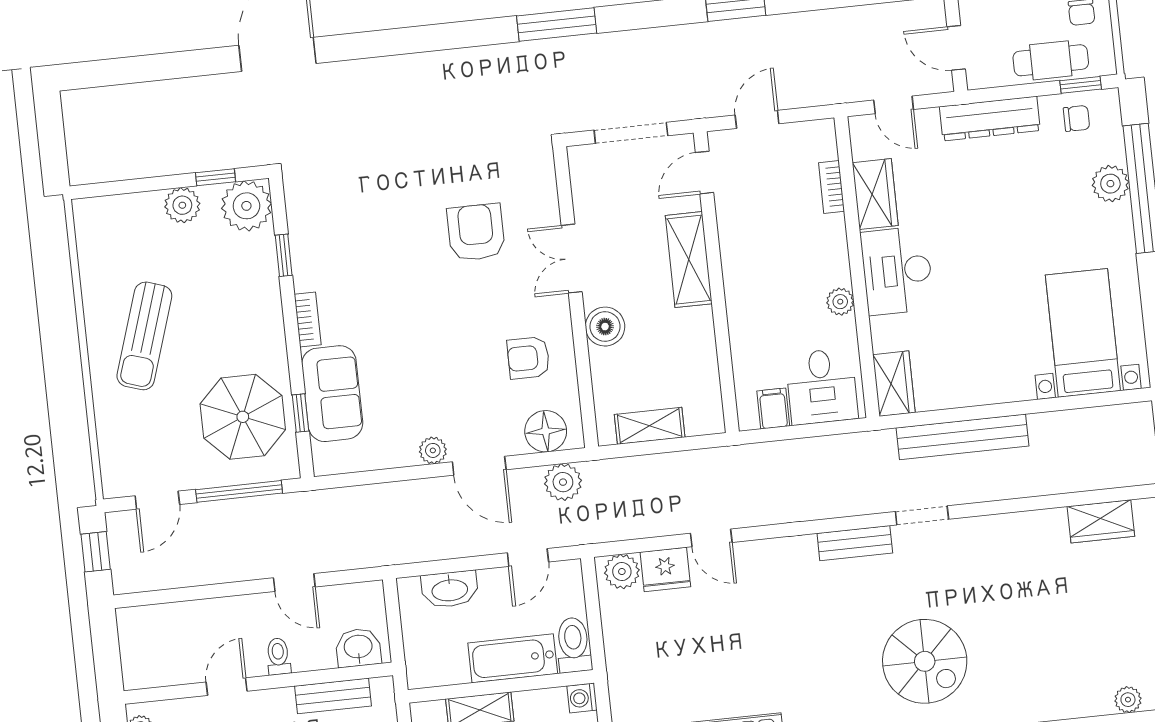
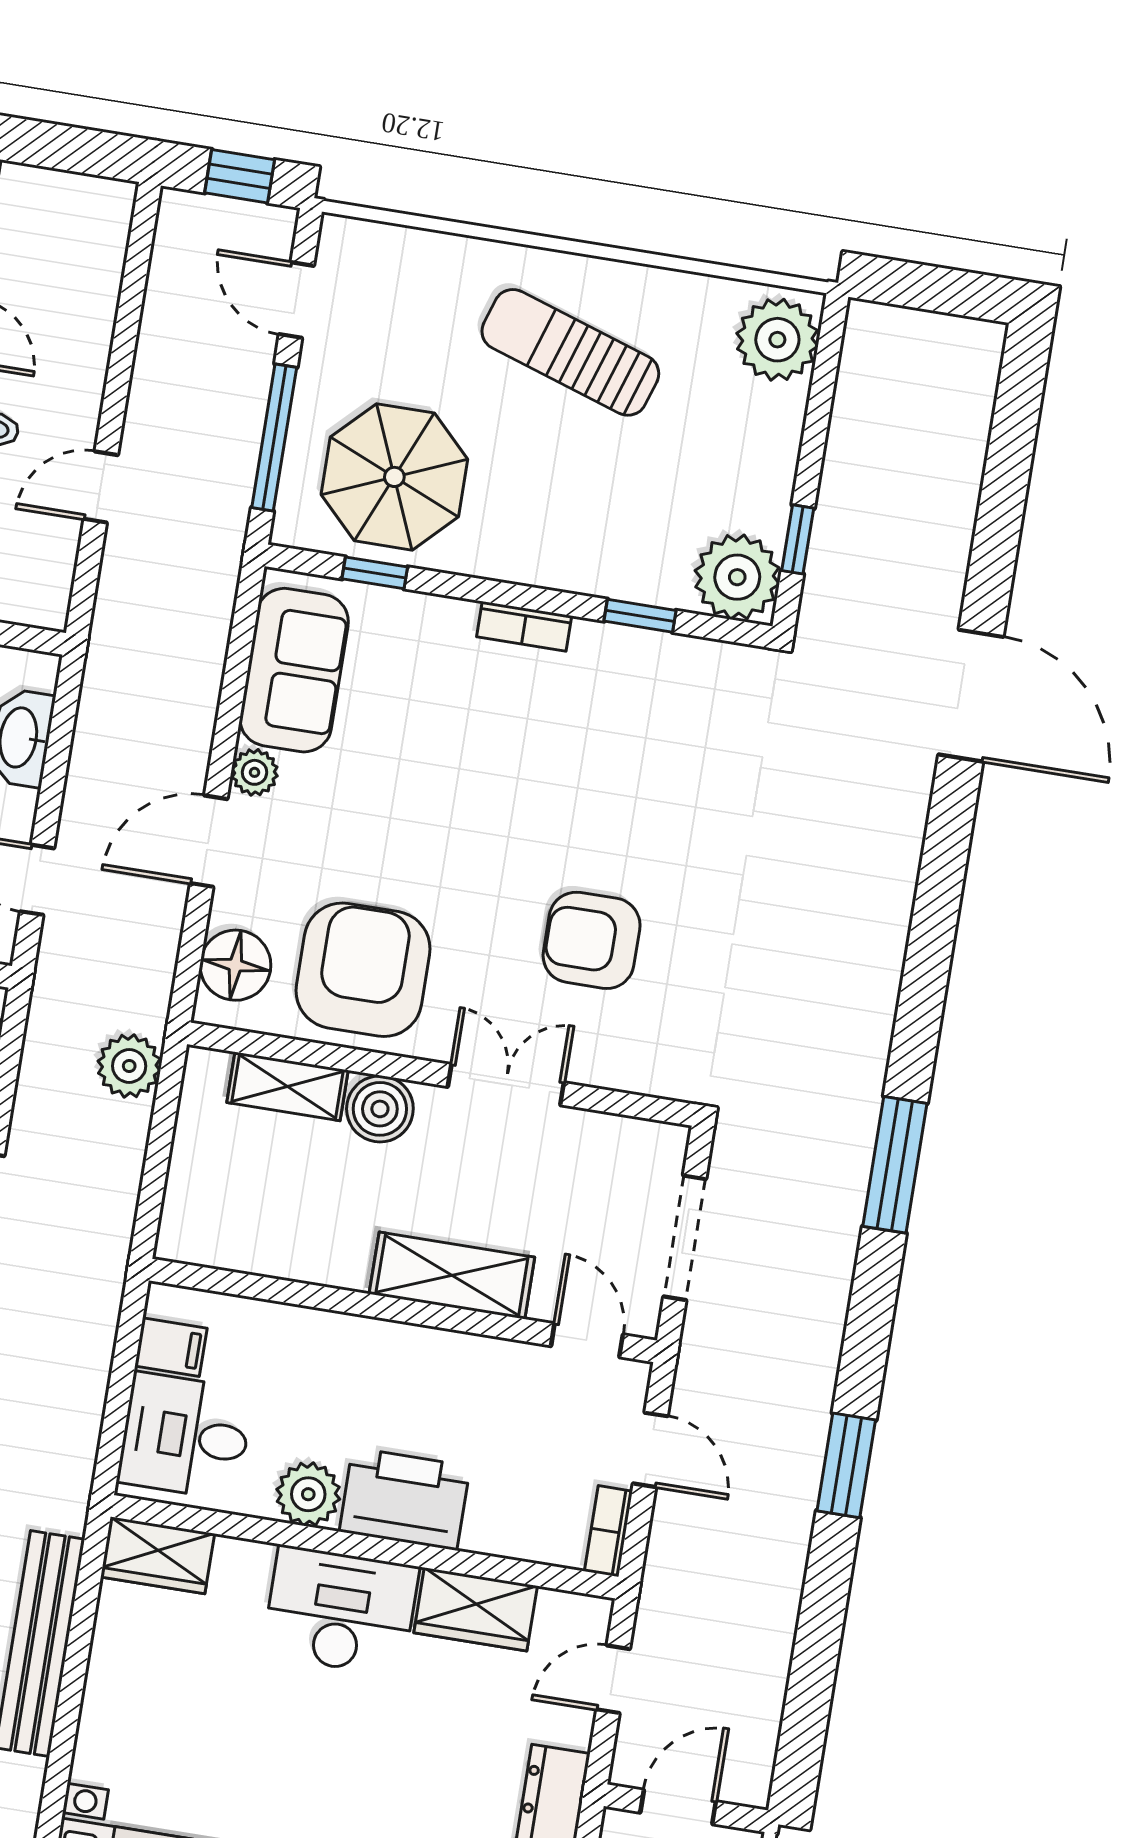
bookcase: (831, 187) -> (608, 1531), moved, turned -90
plant: (182, 205) -> (777, 340), moved, width x1.36, depth x1.36
armchair: (476, 232) -> (592, 940), turned 180
printer: (823, 252) -> (405, 1499), added
plant: (840, 302) -> (308, 1494), width x1.38, depth x1.38
armchair: (528, 358) -> (363, 970), width x1.88, depth x1.88
sofa: (332, 394) -> (294, 670), moved, turned -90
shelving: (650, 426) -> (288, 1086), moved, turned 90
plant: (563, 482) -> (129, 1066), moved

